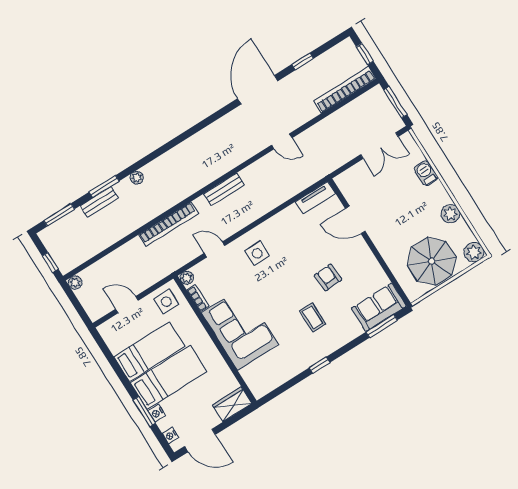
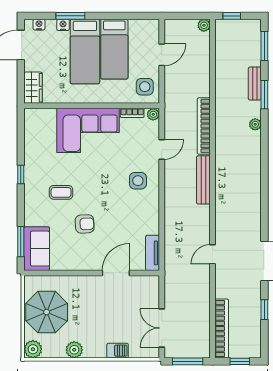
bench: (224, 189) -> (203, 180), width x1.36

